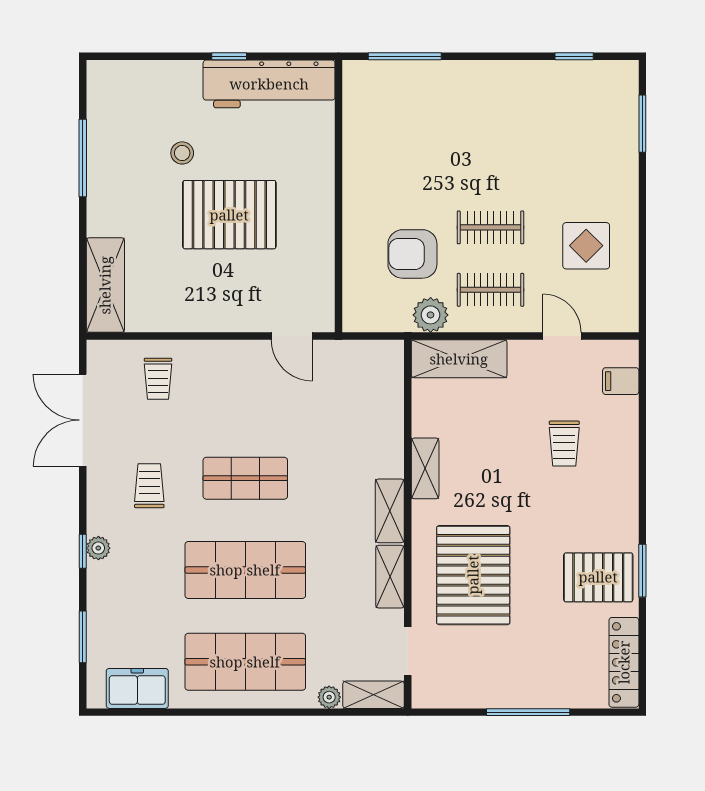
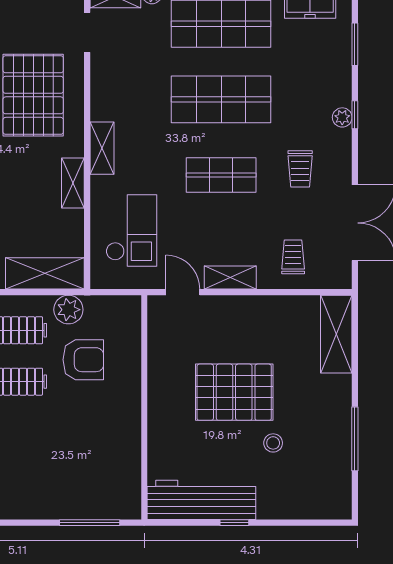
checkout: (354, 411) -> (131, 230), added
shelving: (390, 577) -> (230, 277), moved, turned 90

